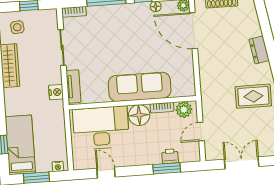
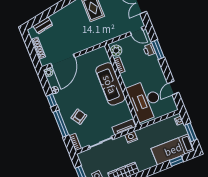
armchair: (108, 28) -> (79, 117), added
dresser: (259, 50) -> (43, 25), moved
floor lamp: (139, 115) -> (129, 78), removed
door: (201, 132) -> (136, 31), moved

